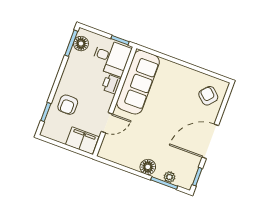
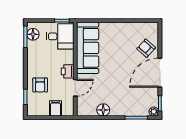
printer: (111, 84) -> (68, 71), moved
armchair: (208, 96) -> (146, 48), moved
filing cabinet: (82, 141) -> (56, 108), width x0.50
floor lamp: (148, 167) -> (103, 110), moved
plant: (169, 177) -> (154, 112), moved

